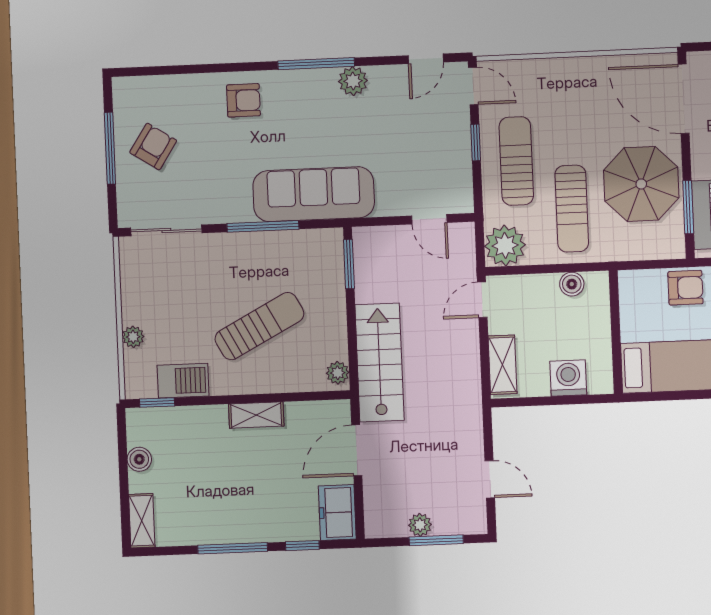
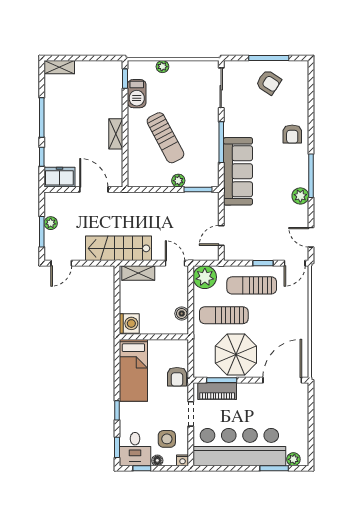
sun lounger: (516, 161) -> (252, 285), turned 180
stairs: (380, 362) -> (118, 248), moved, turned 180
plant: (338, 373) -> (178, 181), moved
washing machine: (568, 378) -> (129, 323), moved
boiler: (139, 459) -> (94, 67), removed
door: (490, 479) -> (61, 263), moved

